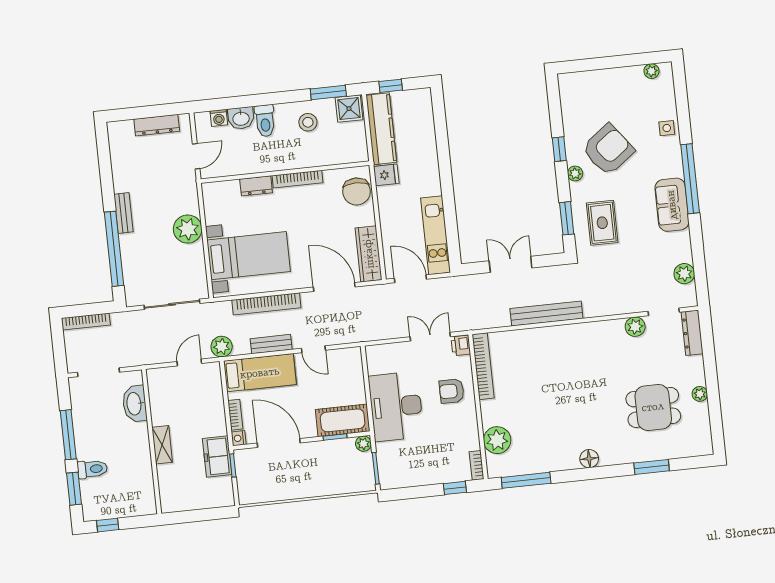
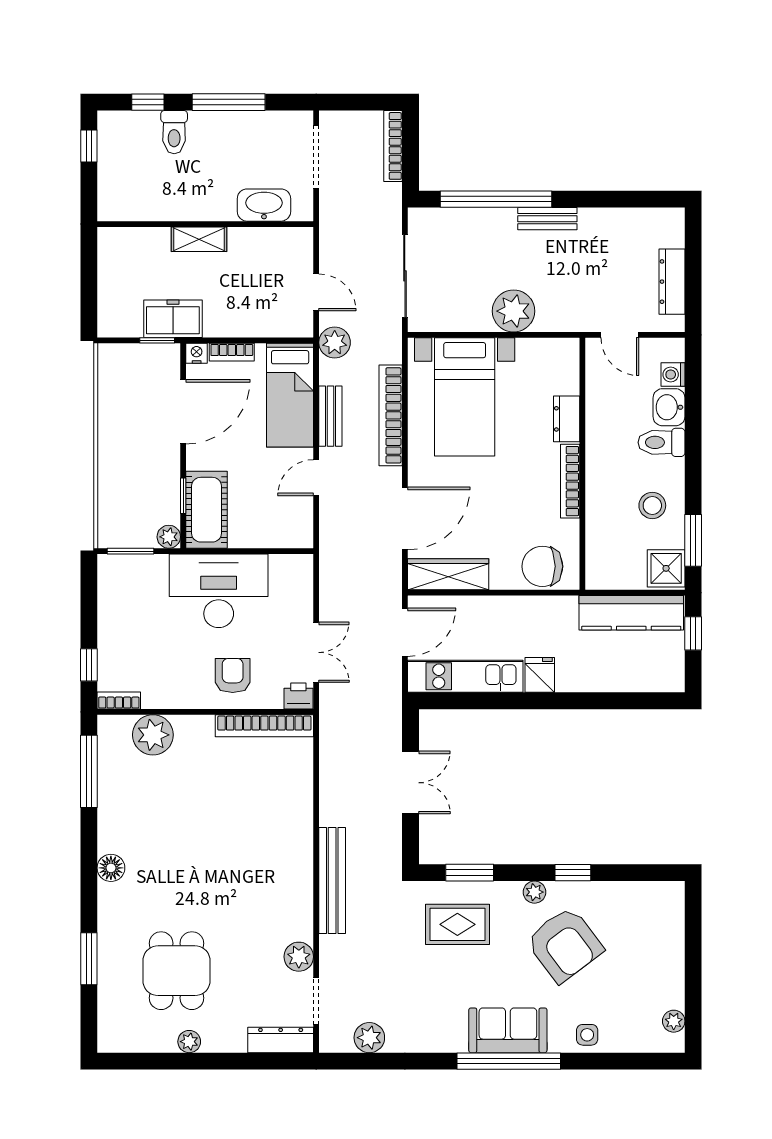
fridge: (386, 175) -> (540, 675), moved, turned 180
sofa: (672, 205) -> (508, 1030), moved
bench: (546, 313) -> (332, 881), moved
window: (74, 489) -> (148, 102), width x0.67

